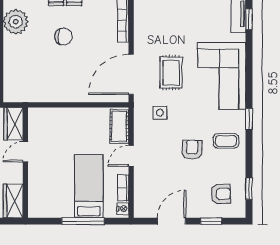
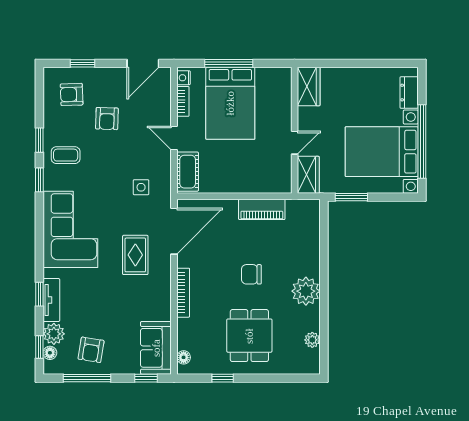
rug: (171, 73) -> (135, 255), moved
piano: (54, 93) -> (262, 209), added
armchair: (192, 150) -> (107, 119), moved
door: (131, 156) -> (174, 138), swing flipped
bed: (89, 186) -> (230, 103), width x1.50
window: (249, 189) -> (39, 140), moved
door: (172, 221) -> (143, 63), moved

